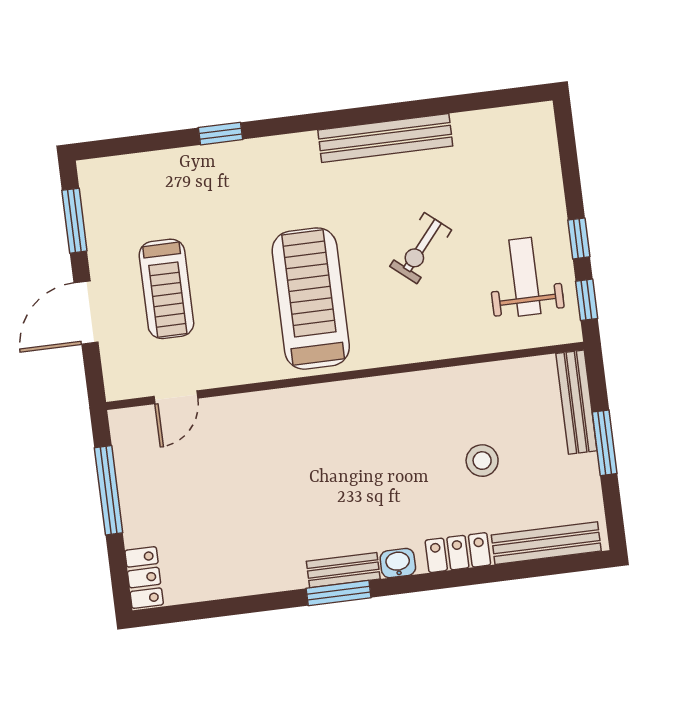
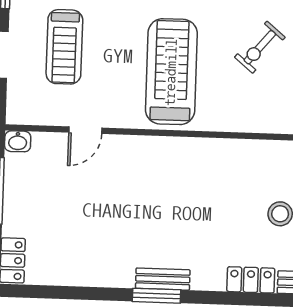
door: (176, 397) -> (85, 130), moved
washbasin: (398, 563) -> (18, 141), moved, turned 180

